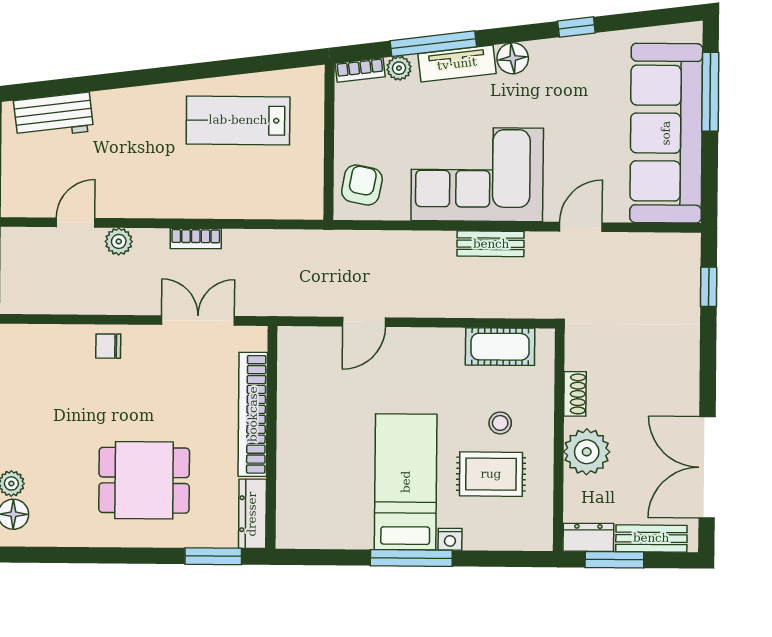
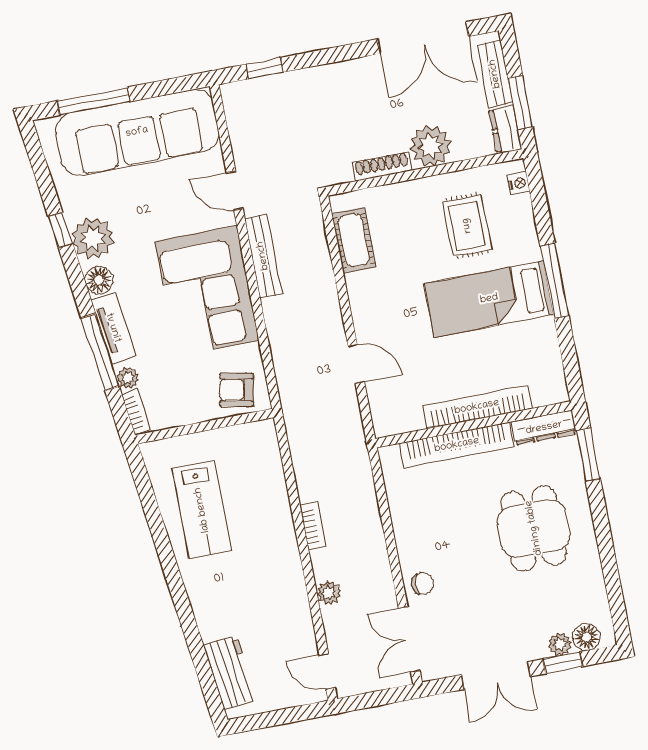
plant: (560, 61) -> (93, 238), added
door: (76, 223) -> (327, 671), moved
bench: (491, 244) -> (263, 256), width x1.36
double door: (198, 320) -> (409, 640), moved
chair: (108, 346) -> (422, 584), turned -90
shoe rack: (575, 394) -> (382, 166), width x1.43
stool: (500, 423) -> (421, 227), removed
bookcase: (290, 446) -> (477, 407), added
nightstand: (450, 539) -> (518, 183), moved

